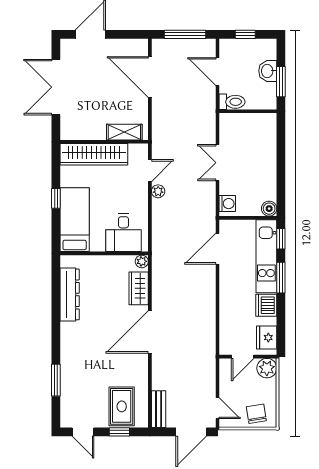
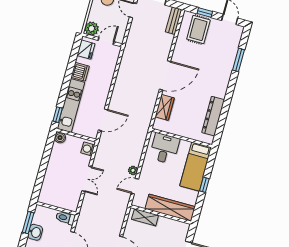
plant: (142, 261) -> (157, 125), removed
window: (281, 278) -> (65, 88), removed

